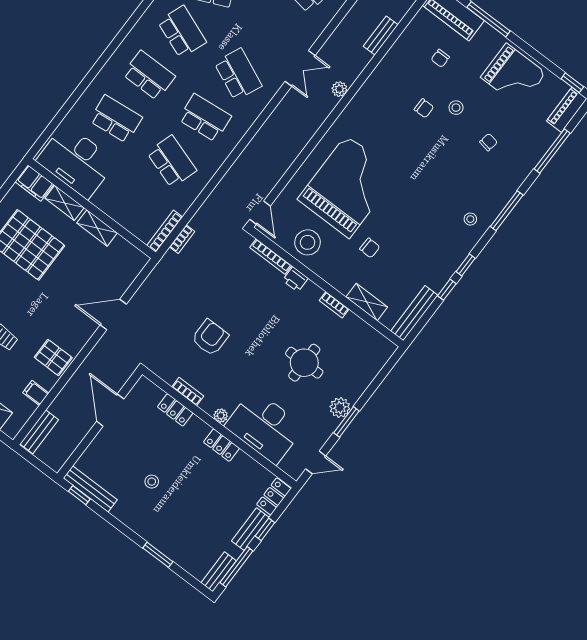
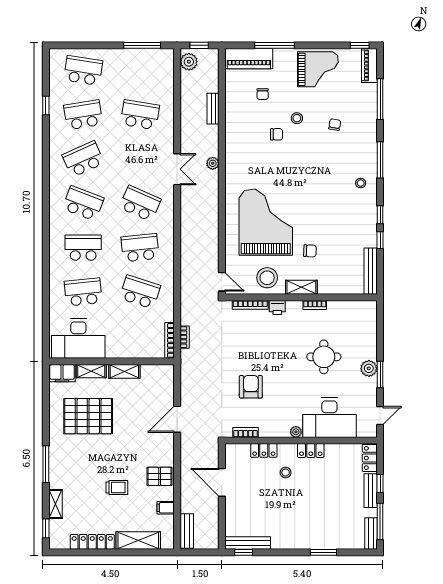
shelving: (367, 302) -> (301, 287), moved
bookcase: (188, 392) -> (245, 432), moved
stool: (152, 482) -> (286, 473), moved

